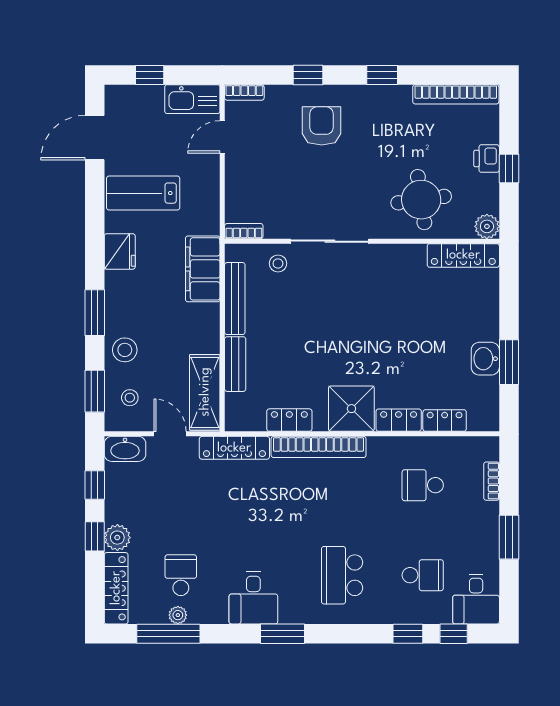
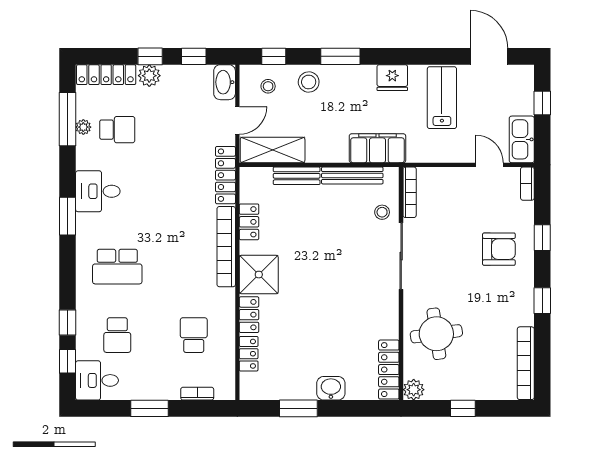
printer: (487, 159) -> (471, 389), removed
bookcase: (244, 231) -> (410, 192), width x1.56
washbasin: (485, 359) -> (331, 388), moved
window: (95, 391) -> (274, 56), width x0.67
school desk: (342, 575) -> (117, 267), turned 180

